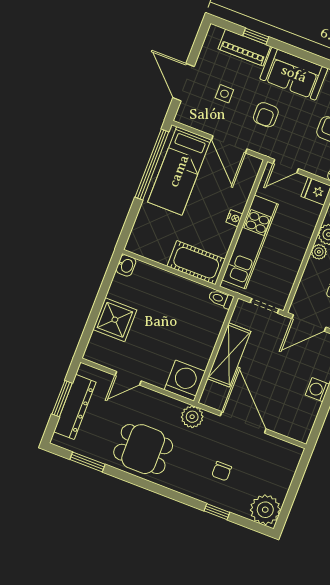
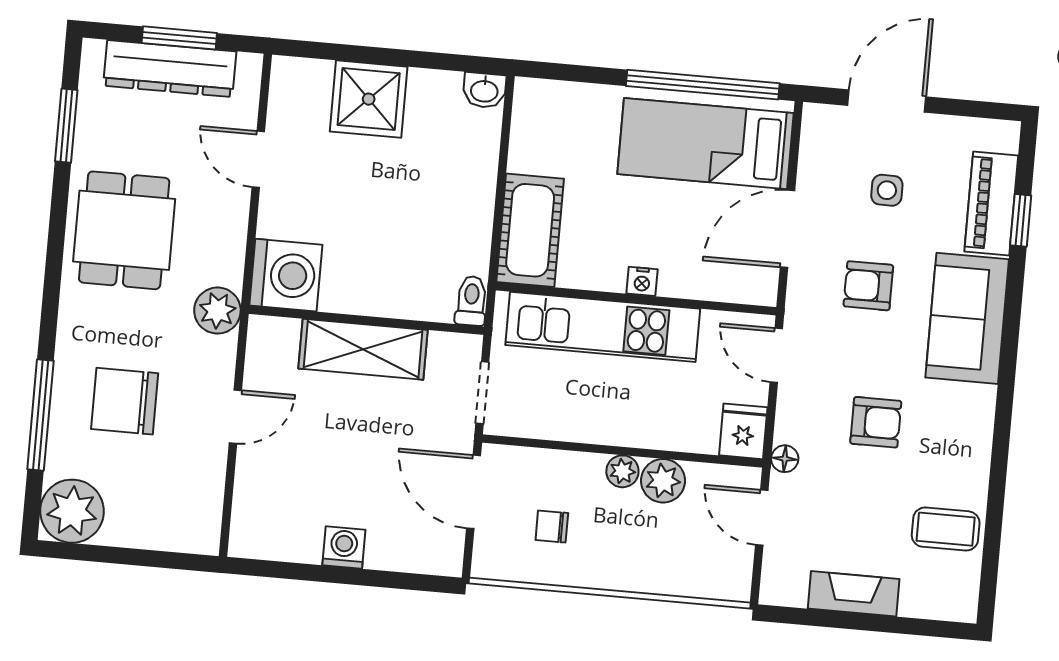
door: (243, 422) -> (235, 417), width x0.53
chair: (222, 471) -> (125, 401), width x1.87, depth x1.87
window: (217, 512) -> (40, 415), width x2.17

